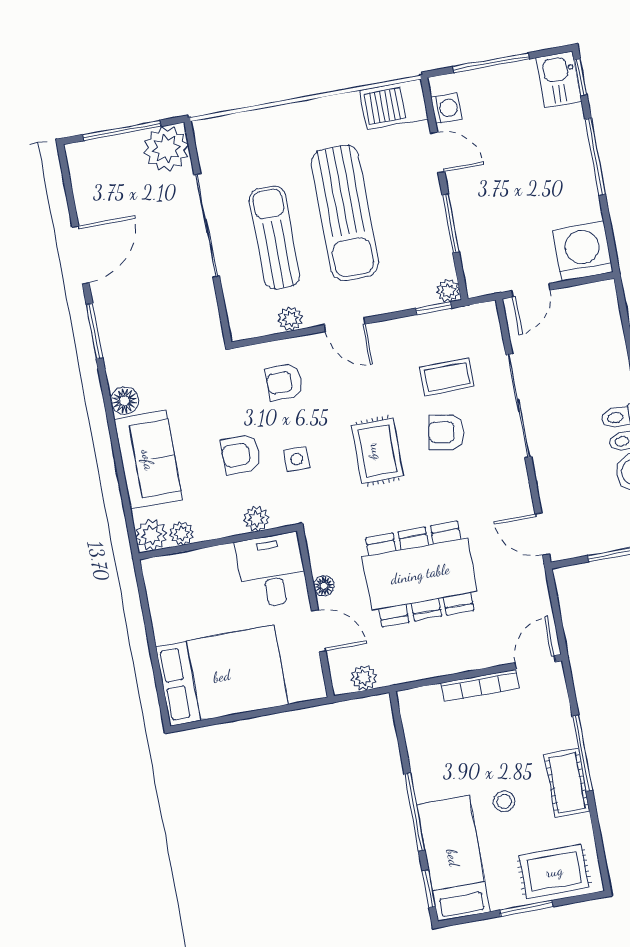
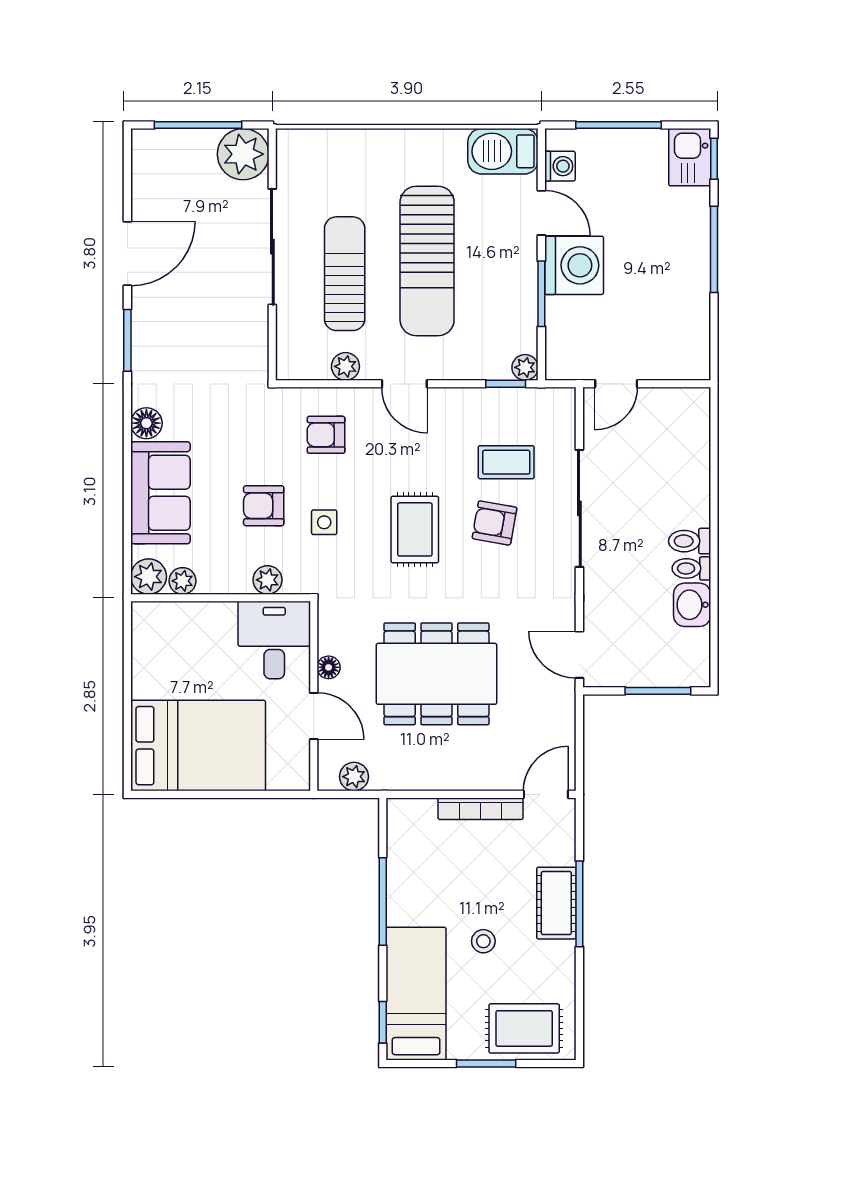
washing machine: (583, 251) -> (574, 265), moved, turned 90
cot: (567, 783) -> (556, 903), moved
window: (415, 812) -> (383, 901), moved

